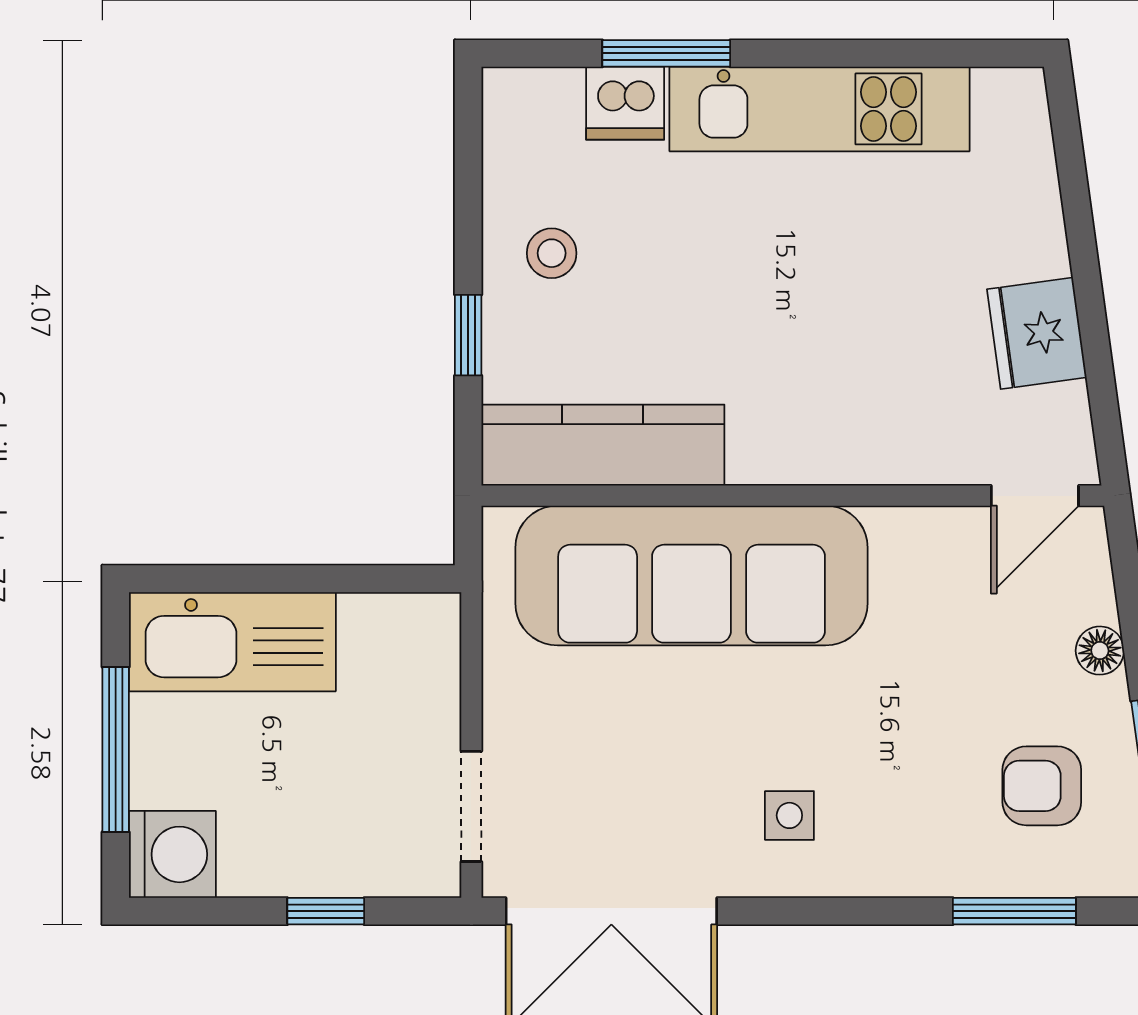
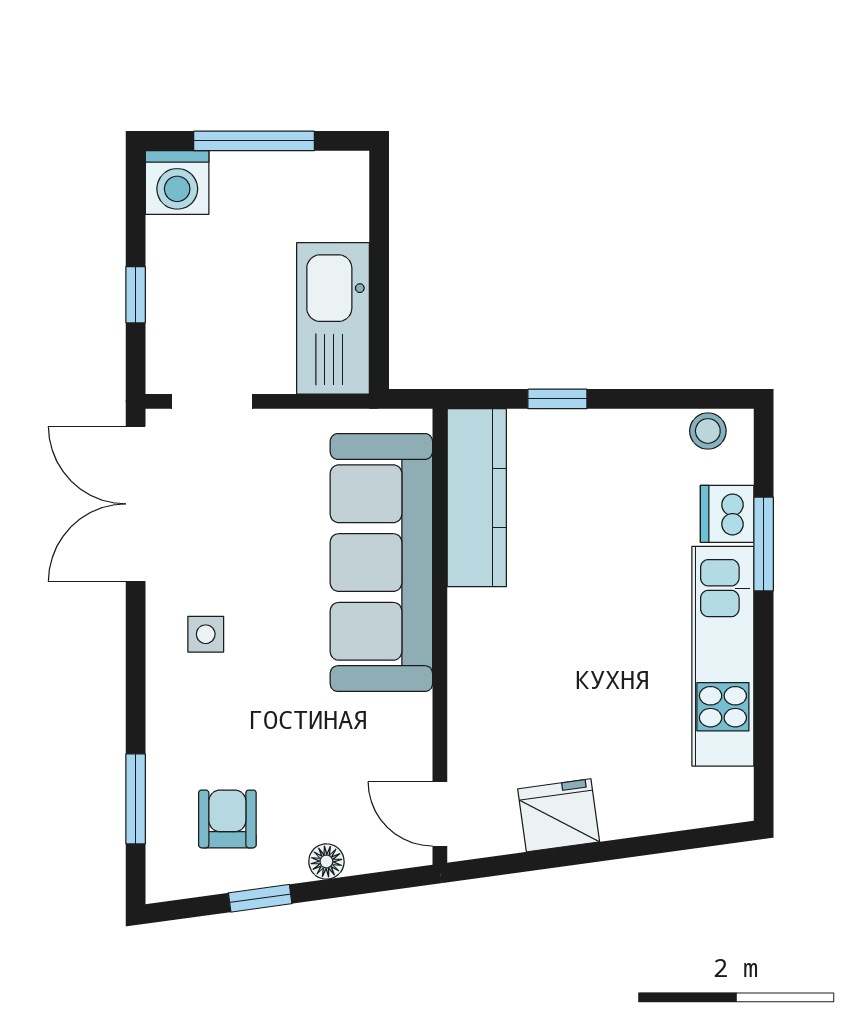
stool: (552, 253) -> (708, 431), moved
kitchen sink: (232, 642) -> (333, 318), moved

